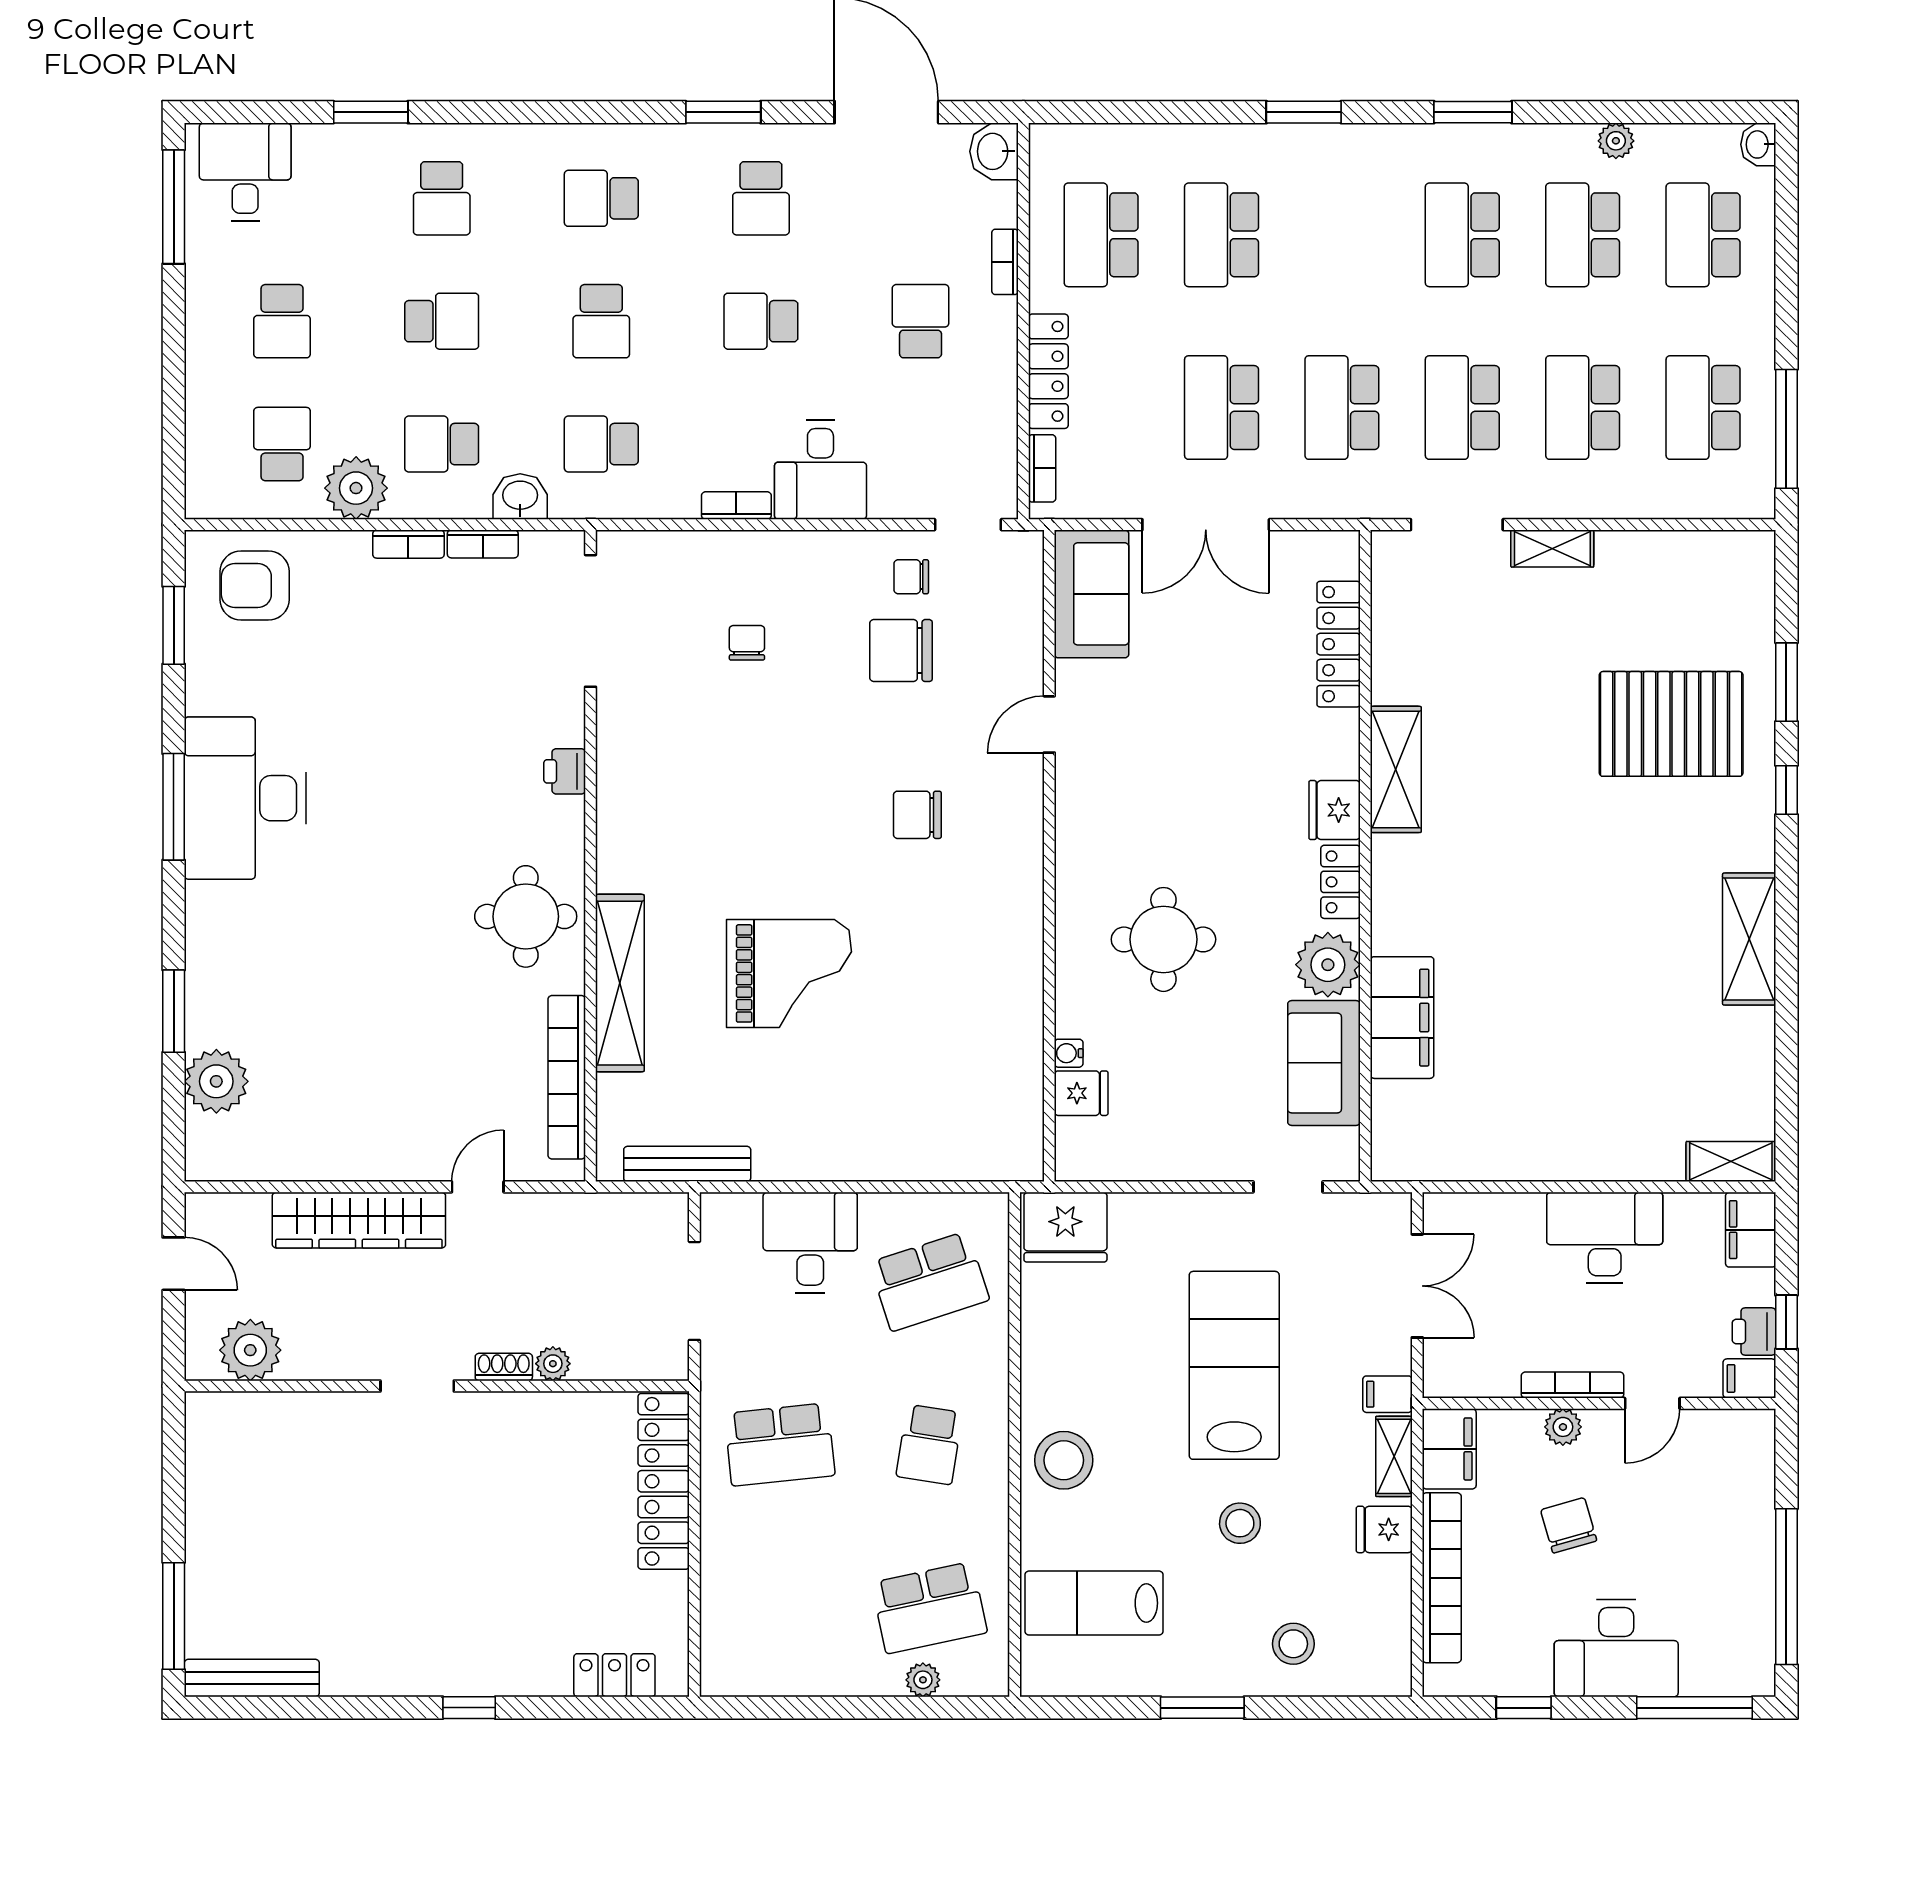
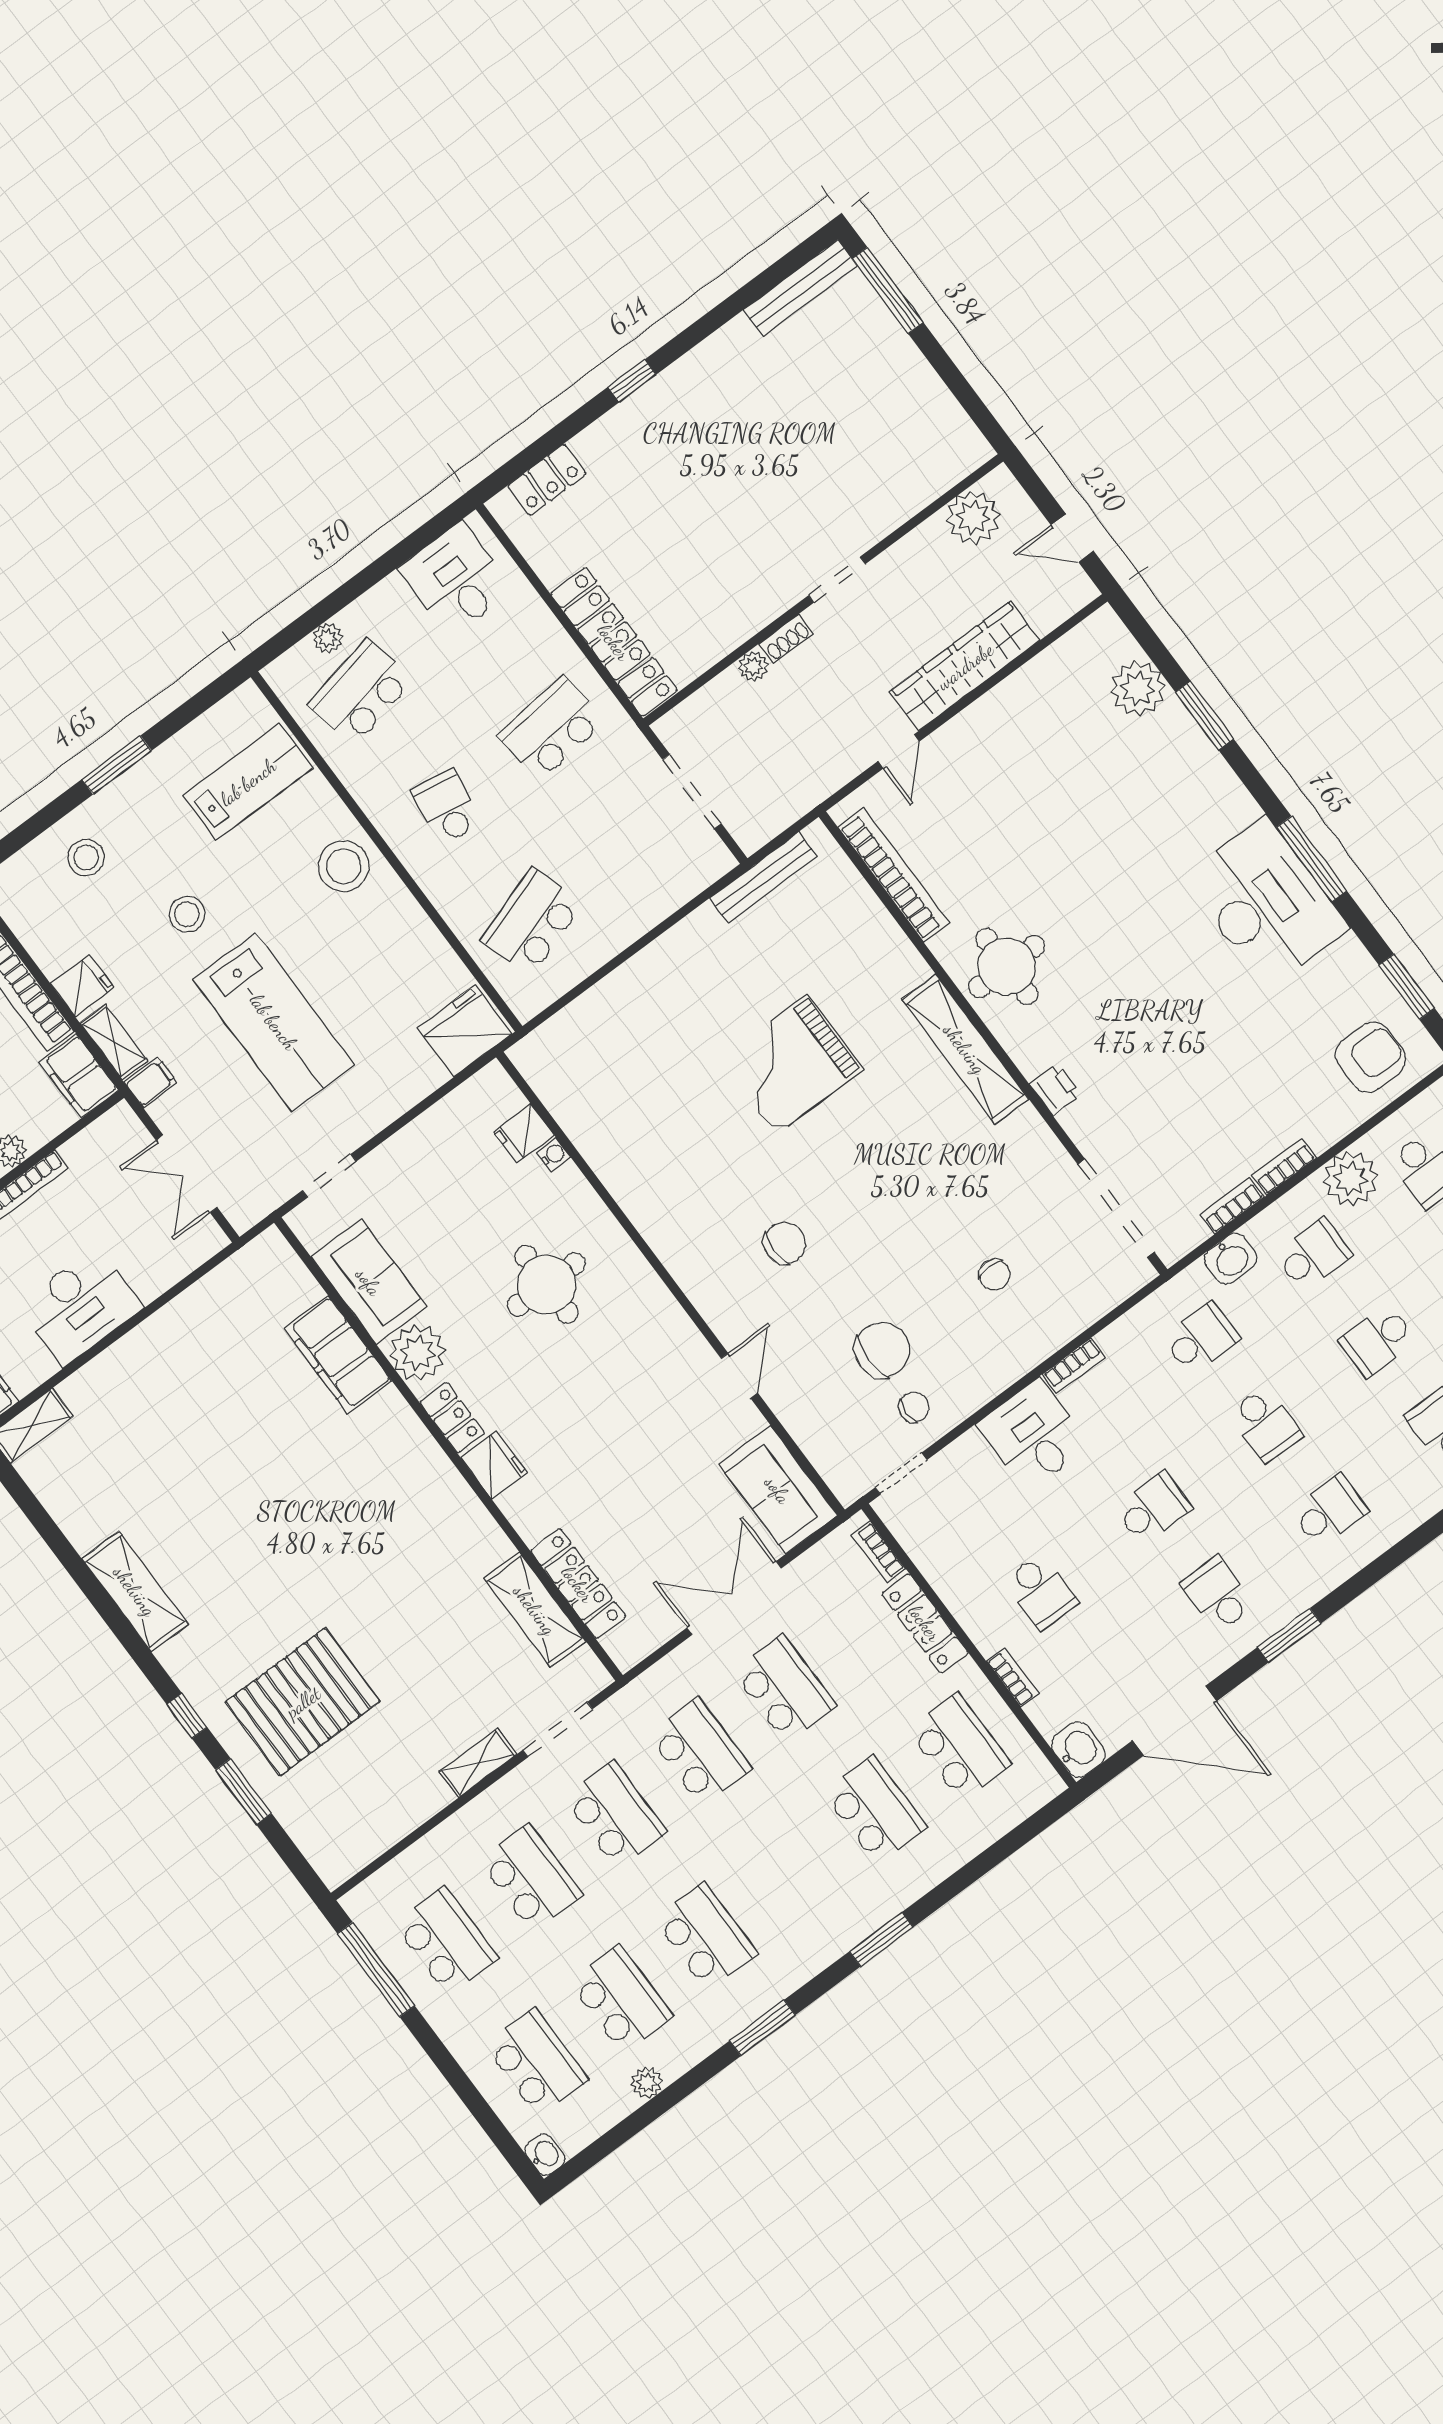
school desk: (601, 321) -> (1265, 1424), turned 180
shelving: (1396, 769) -> (535, 1610), moved
shelving: (620, 983) -> (965, 1049), moved
desk: (810, 1243) -> (456, 579), moved, turned 180

